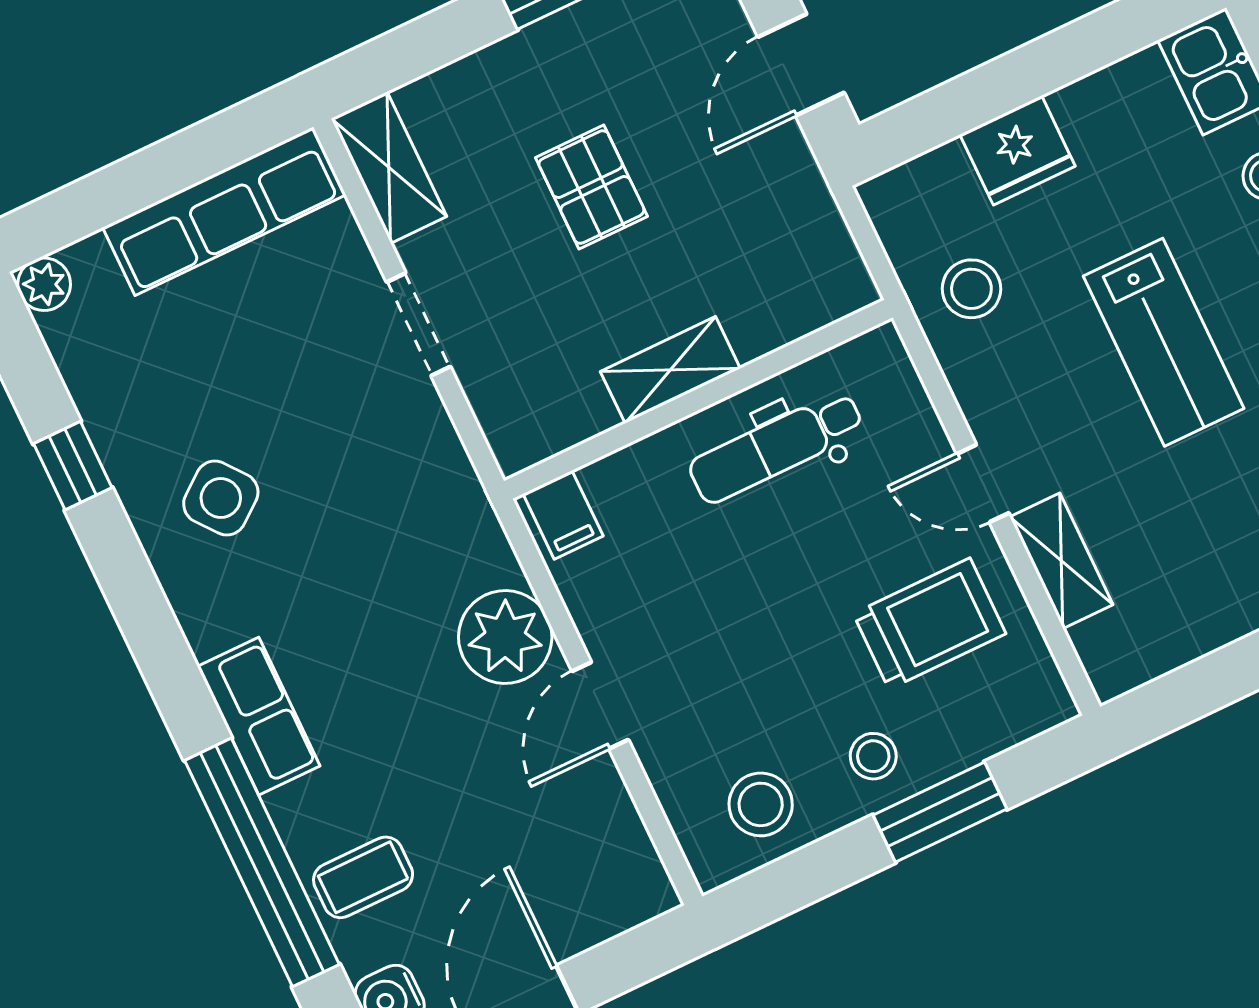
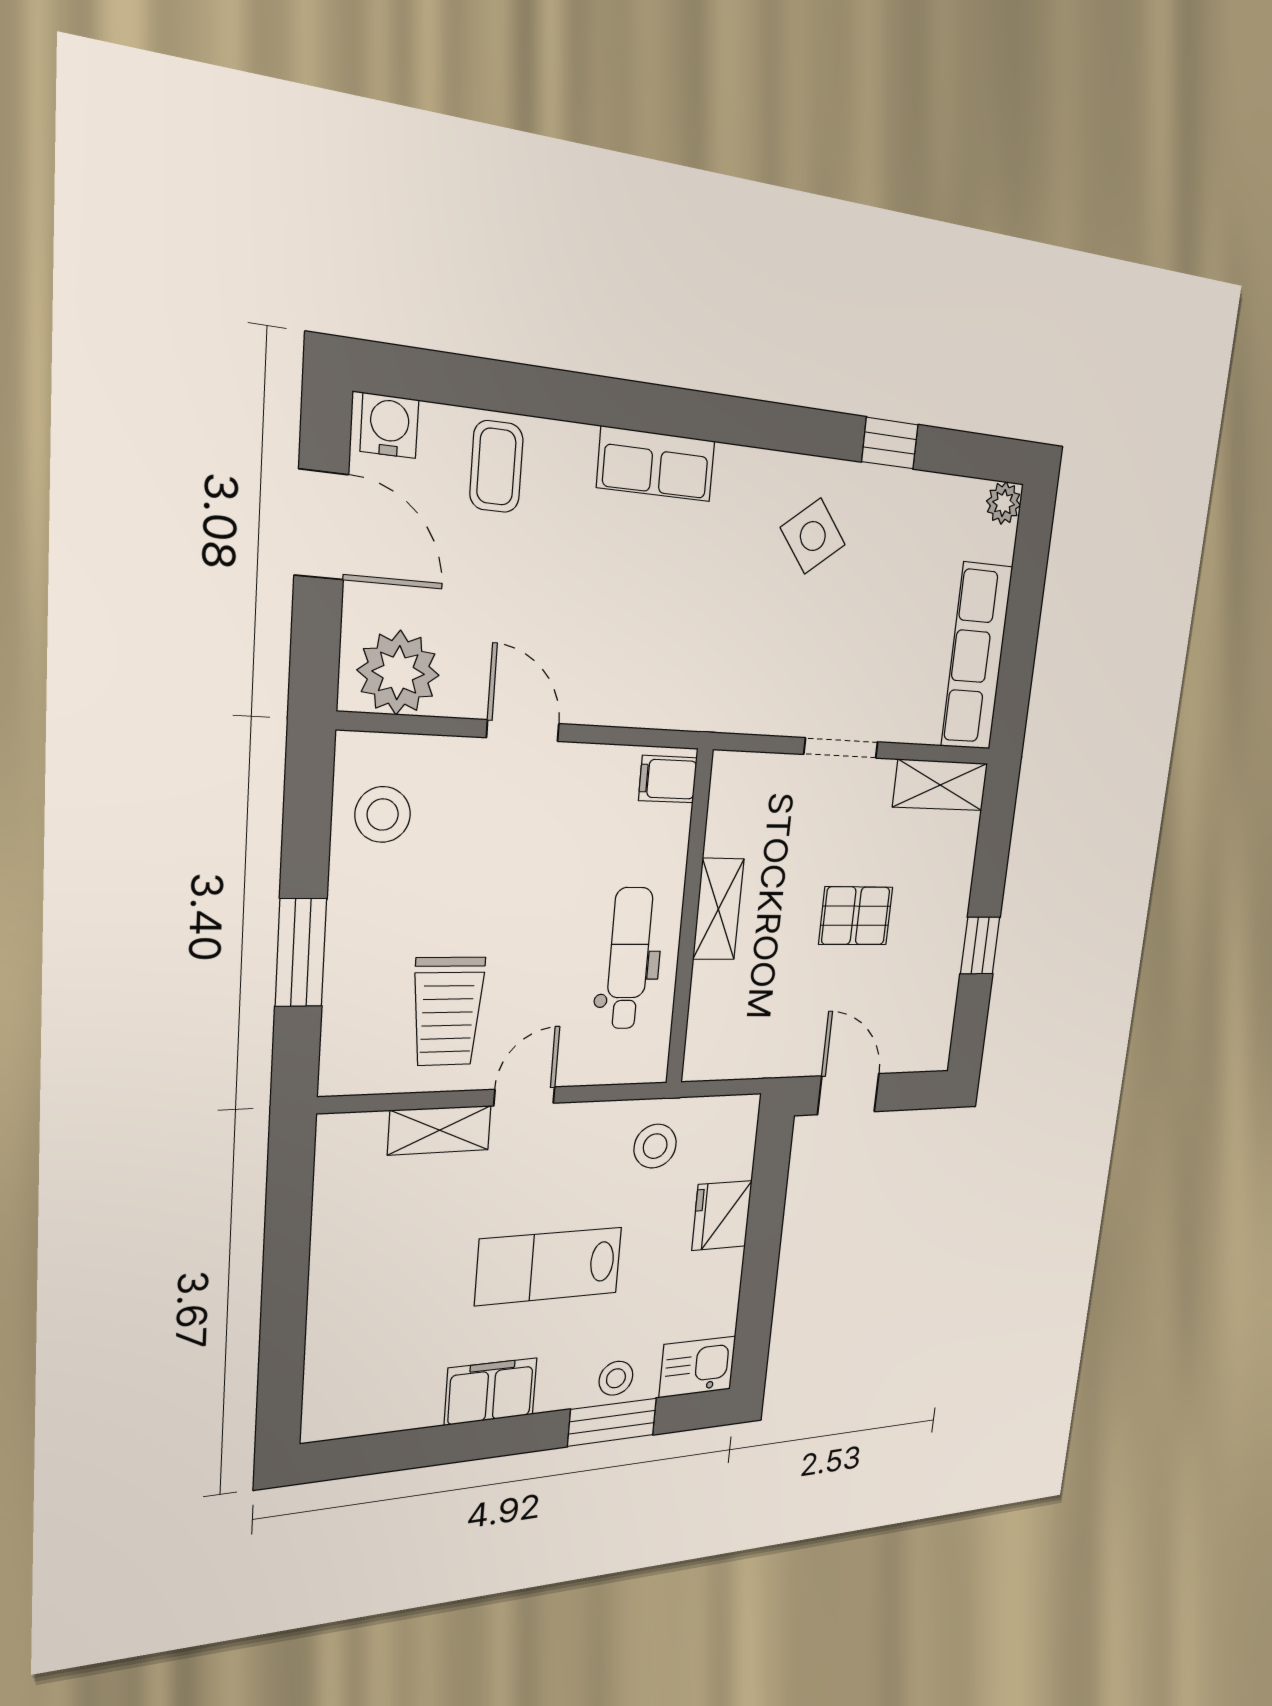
plant: (505, 637) -> (398, 673), moved
stool: (873, 756) -> (372, 921), removed
window: (262, 862) -> (551, 394), removed

